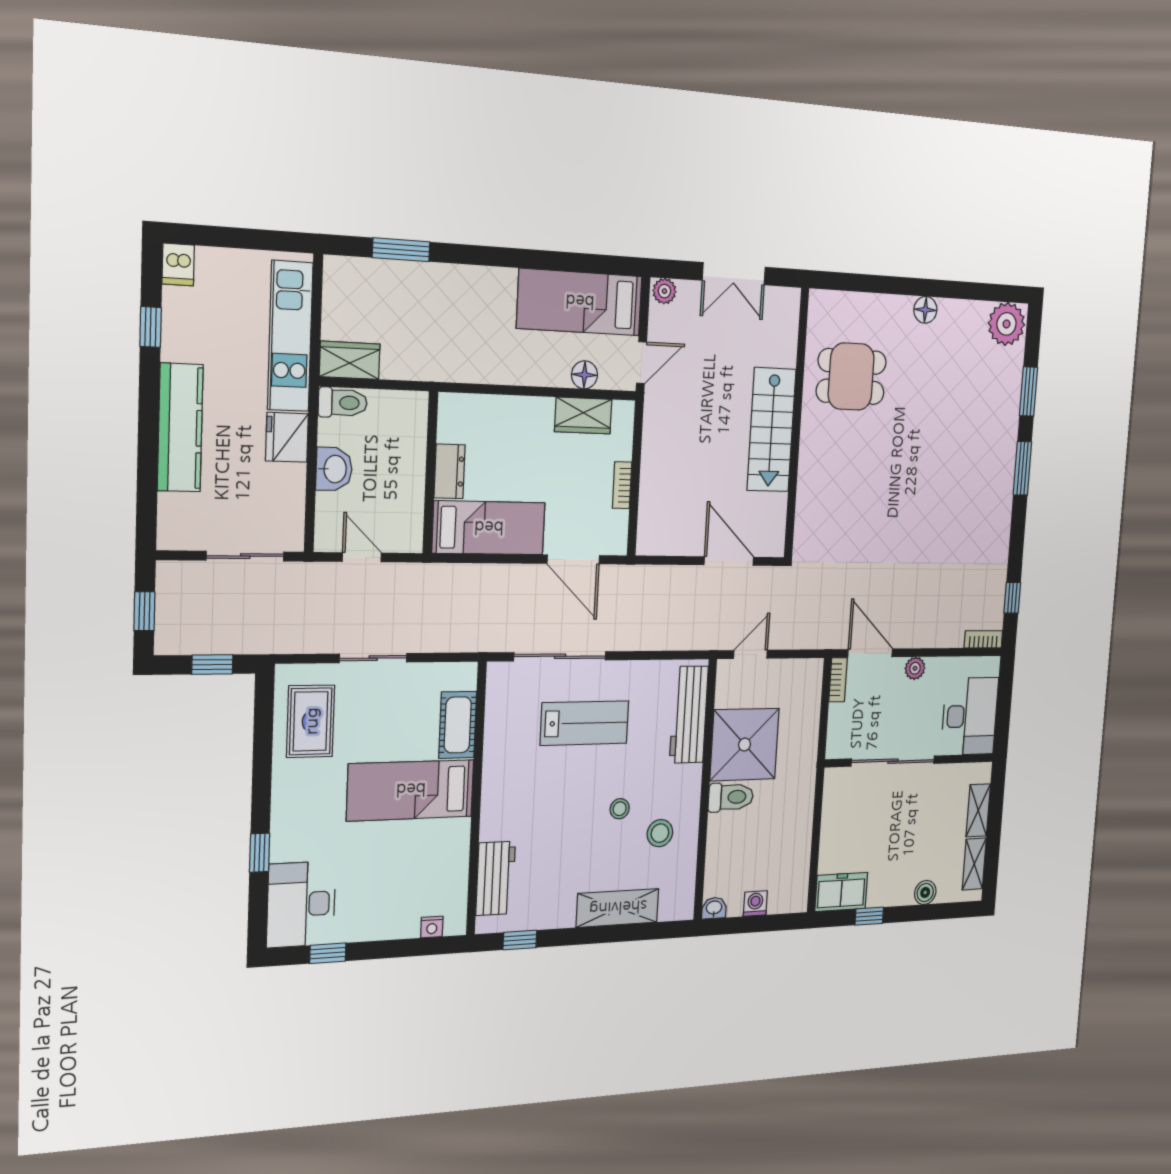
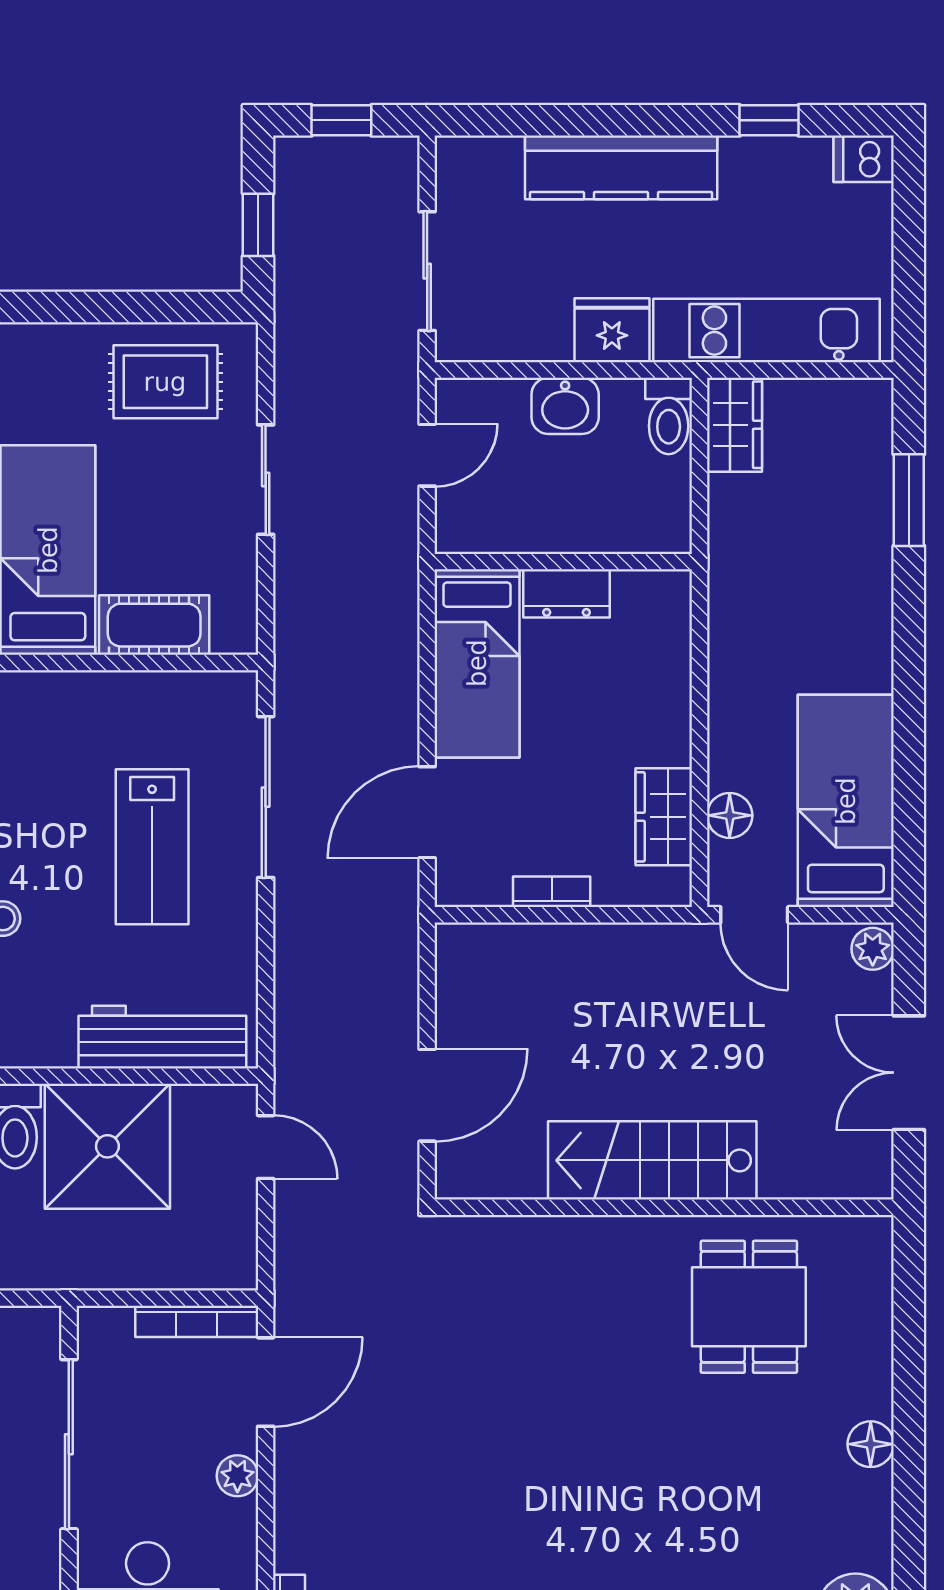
bookcase: (838, 680) -> (197, 1321), width x1.56

